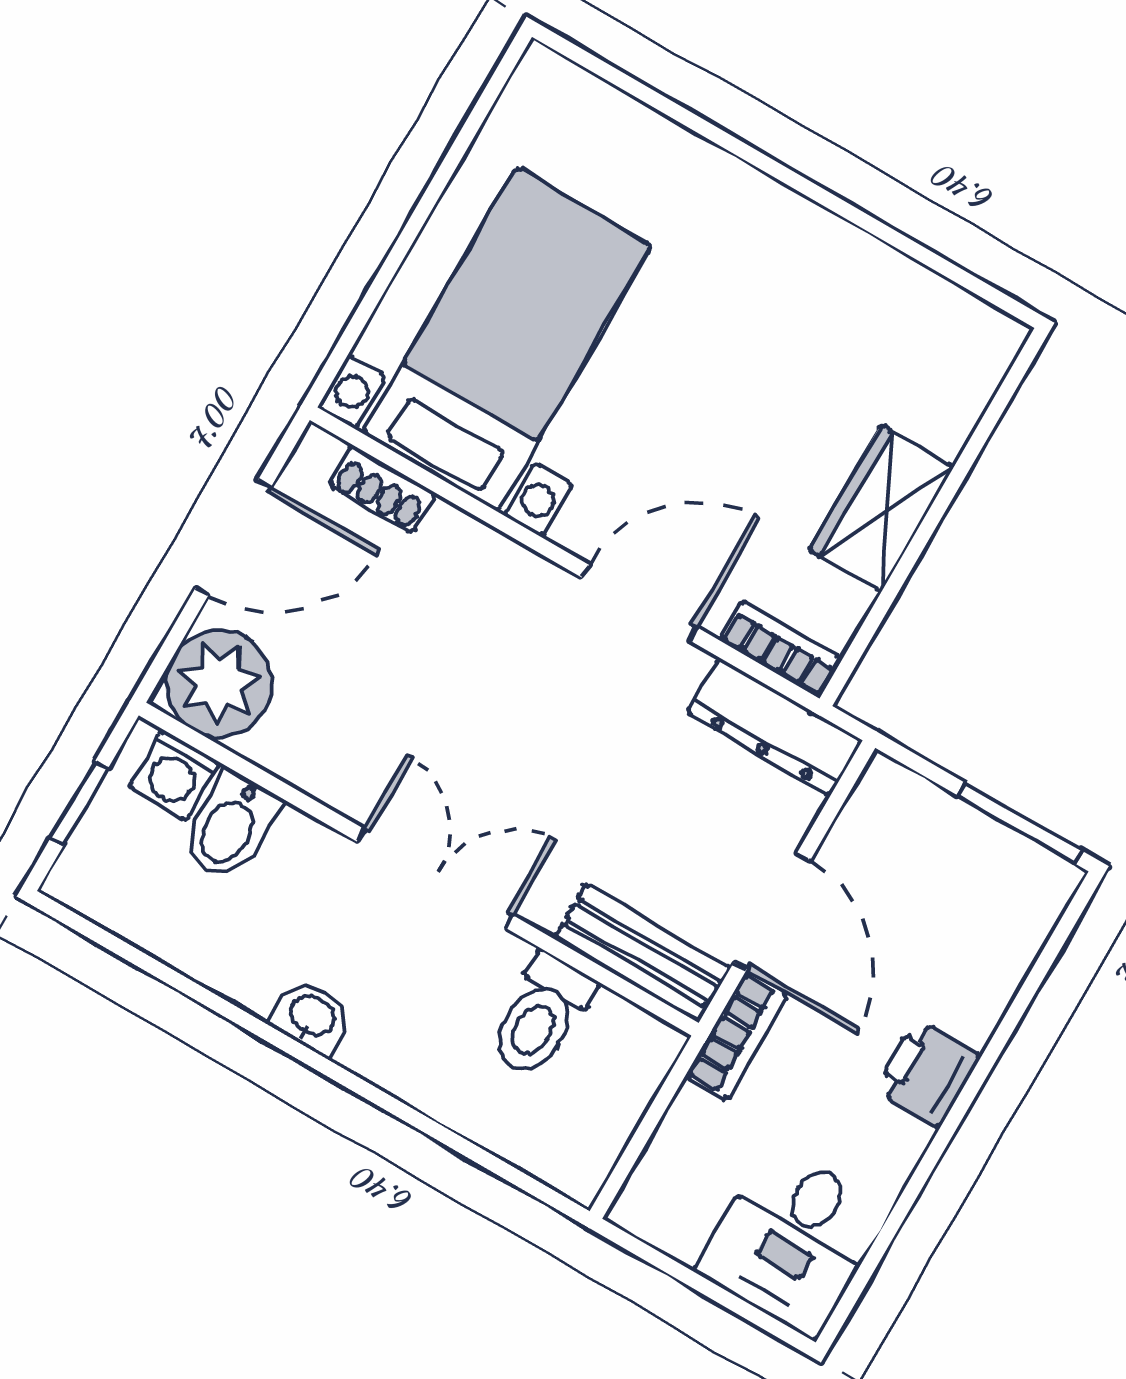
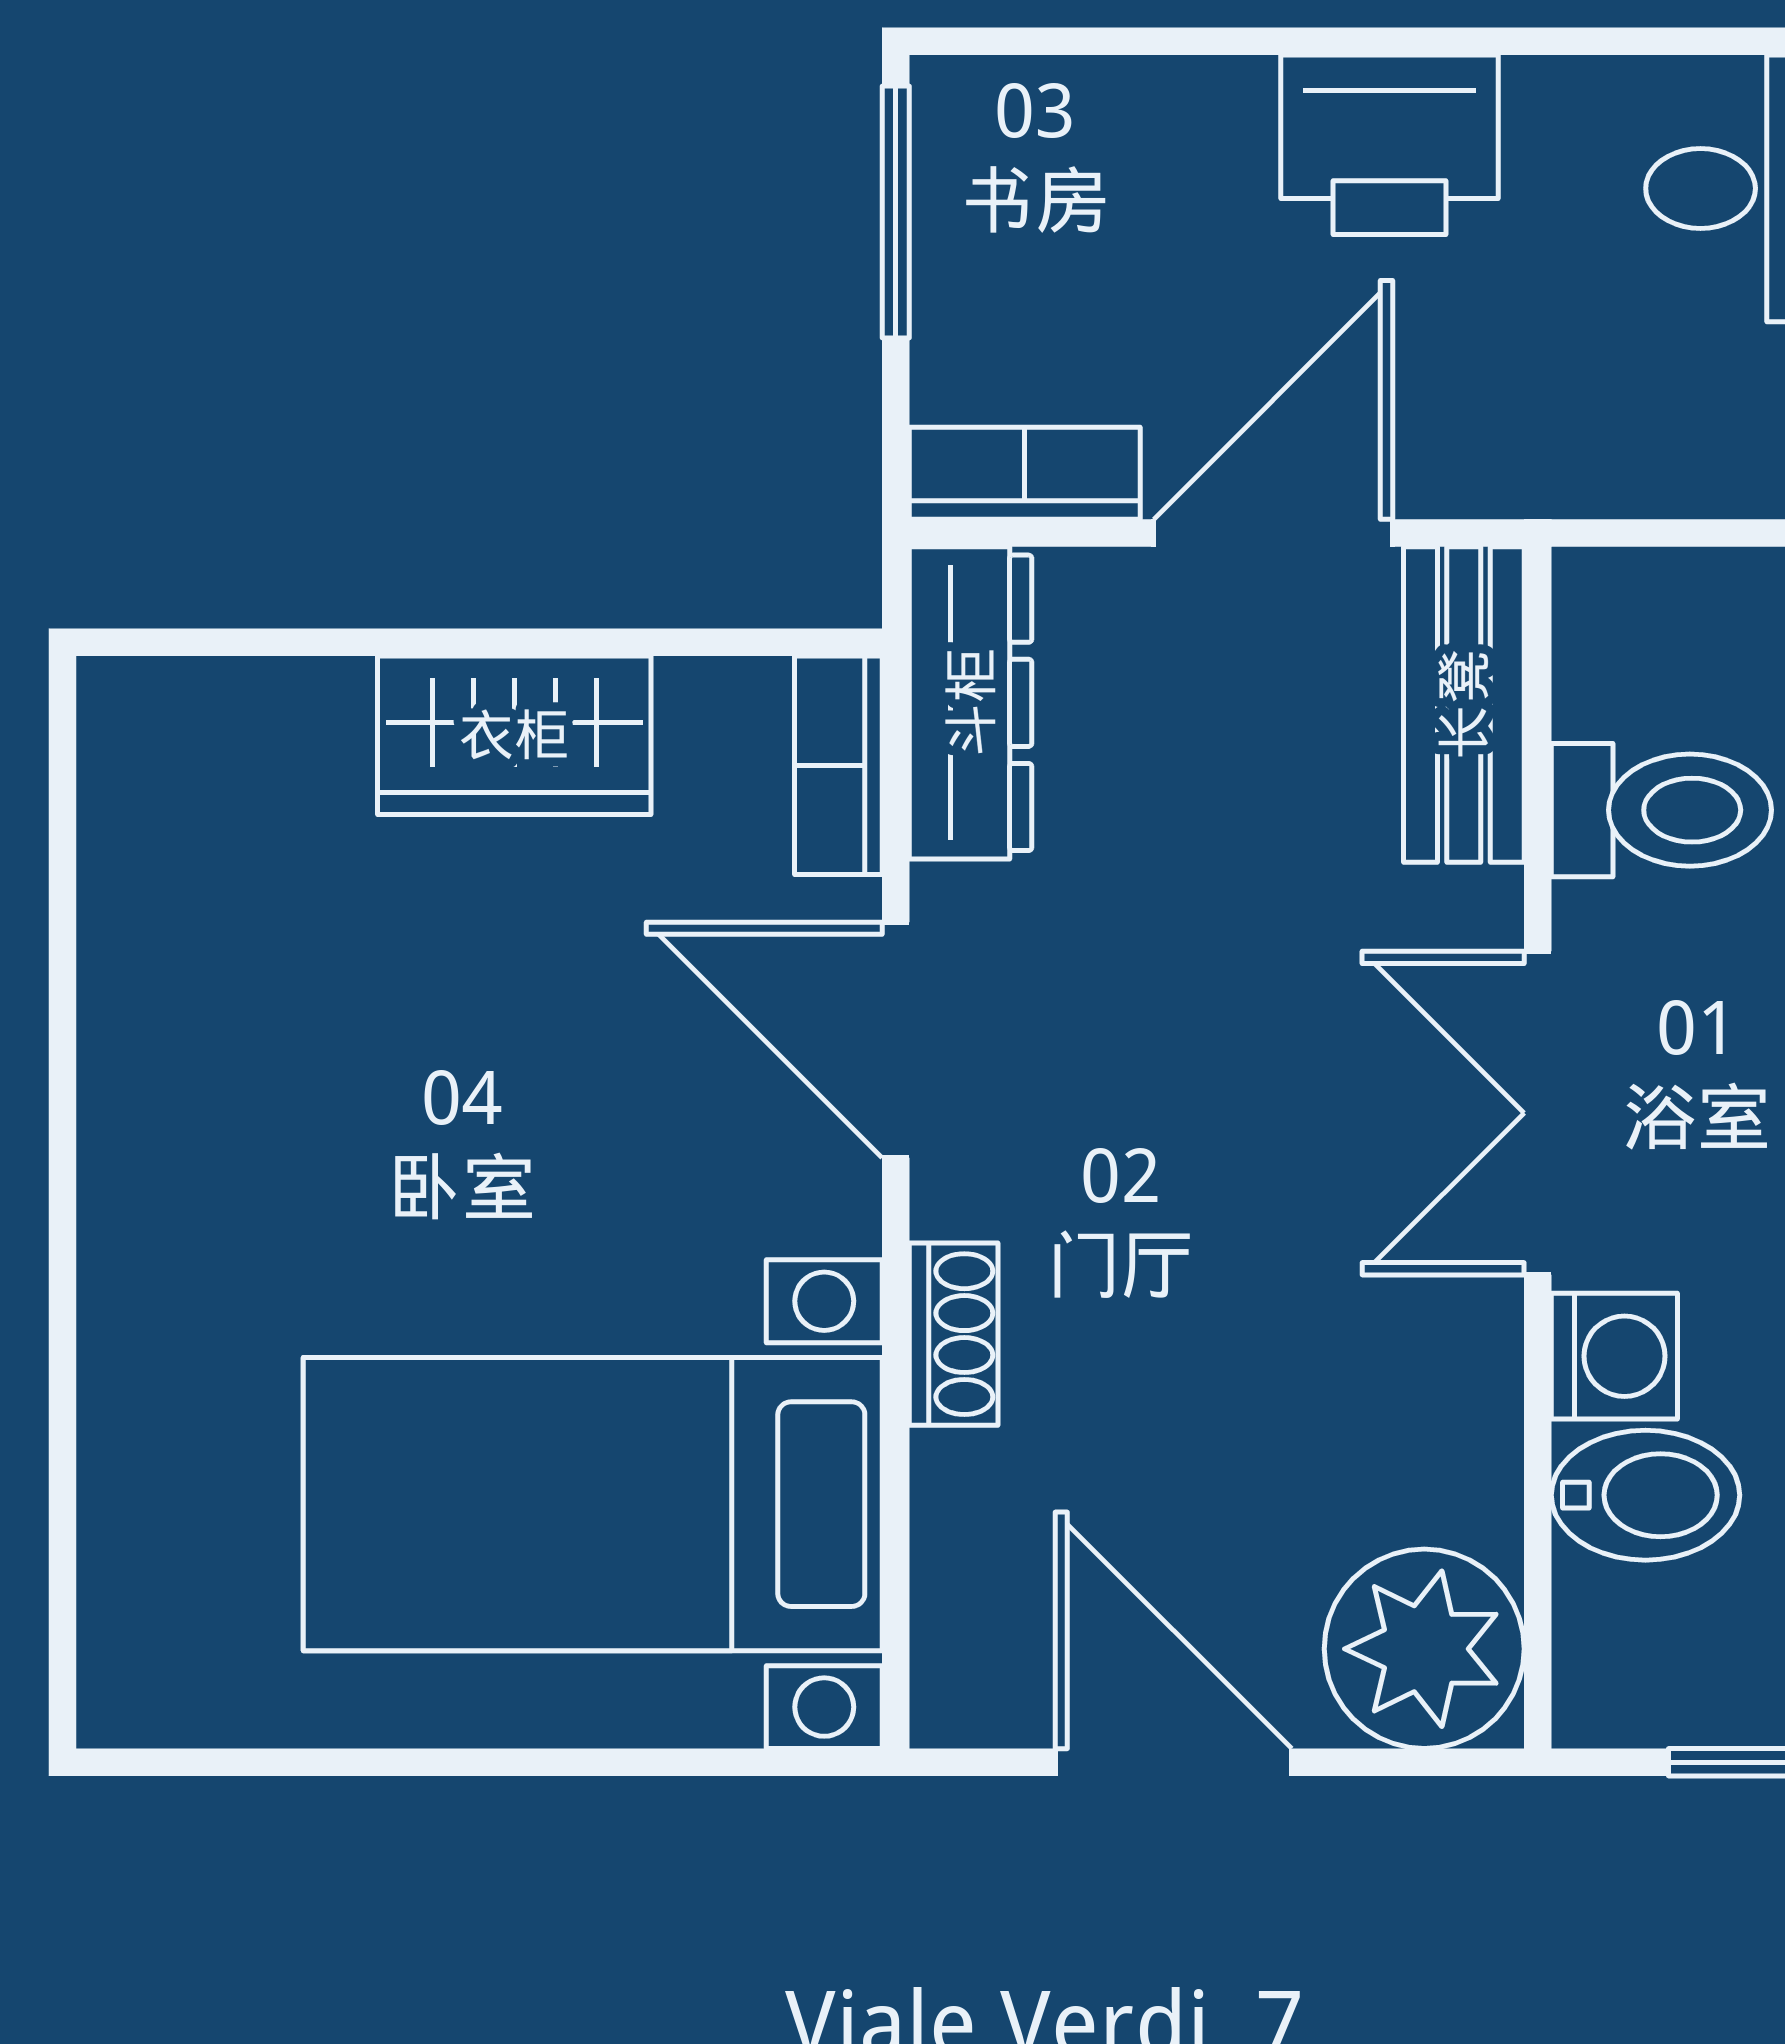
shoe rack: (382, 489) -> (954, 1334), moved
washing machine: (175, 775) -> (1614, 1356), moved
bookcase: (736, 1036) -> (1025, 473), moved
printer: (927, 1073) -> (1390, 145), width x1.36, depth x1.24

